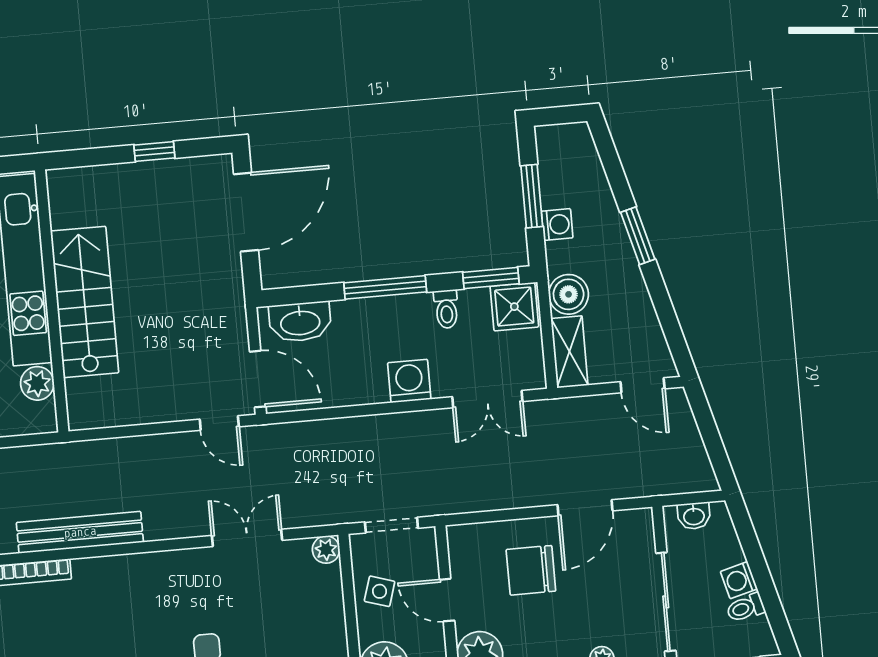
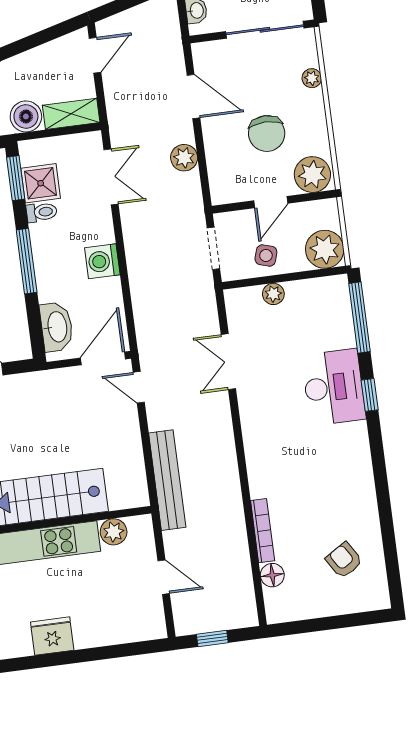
shower: (514, 307) -> (41, 183), moved
washing machine: (409, 381) -> (102, 261), moved
door: (219, 423) -> (139, 387), swing flipped
plant: (508, 493) -> (184, 158), added
bench: (80, 532) -> (167, 480), moved
plant: (326, 550) -> (273, 294), moved
chair: (531, 570) -> (267, 133), moved

